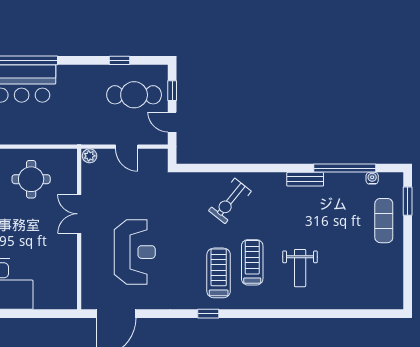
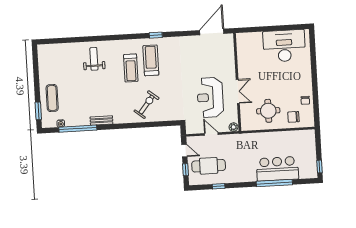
reception desk: (135, 252) -> (210, 97), moved
weight bench: (300, 268) -> (94, 59), moved
treadmill: (219, 273) -> (151, 60), turned 180

